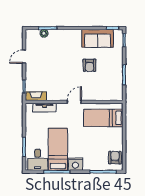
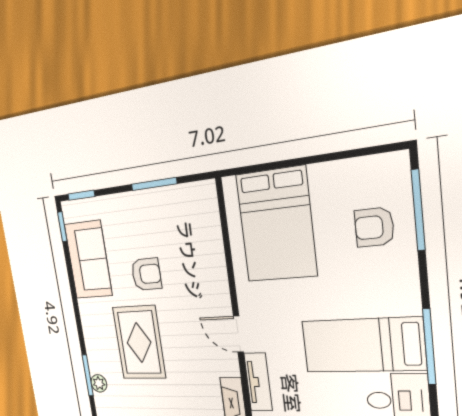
rug: (62, 57) -> (139, 343), added
door: (74, 102) -> (238, 334), moved
bed: (103, 118) -> (276, 225), width x1.50
armchair: (115, 158) -> (374, 227), moved
nightstand: (75, 164) -> (402, 294), removed

